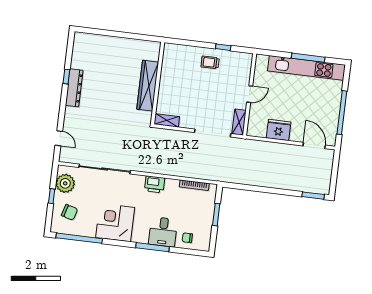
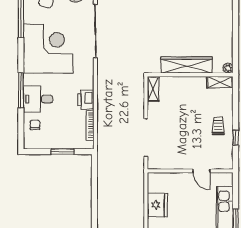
plant: (156, 46) -> (228, 68), added
door: (250, 94) -> (201, 171), moved
shelving: (239, 122) -> (220, 82), moved
printer: (155, 184) -> (86, 99), moved
corner desk: (115, 223) -> (48, 49), width x1.36, depth x1.36

